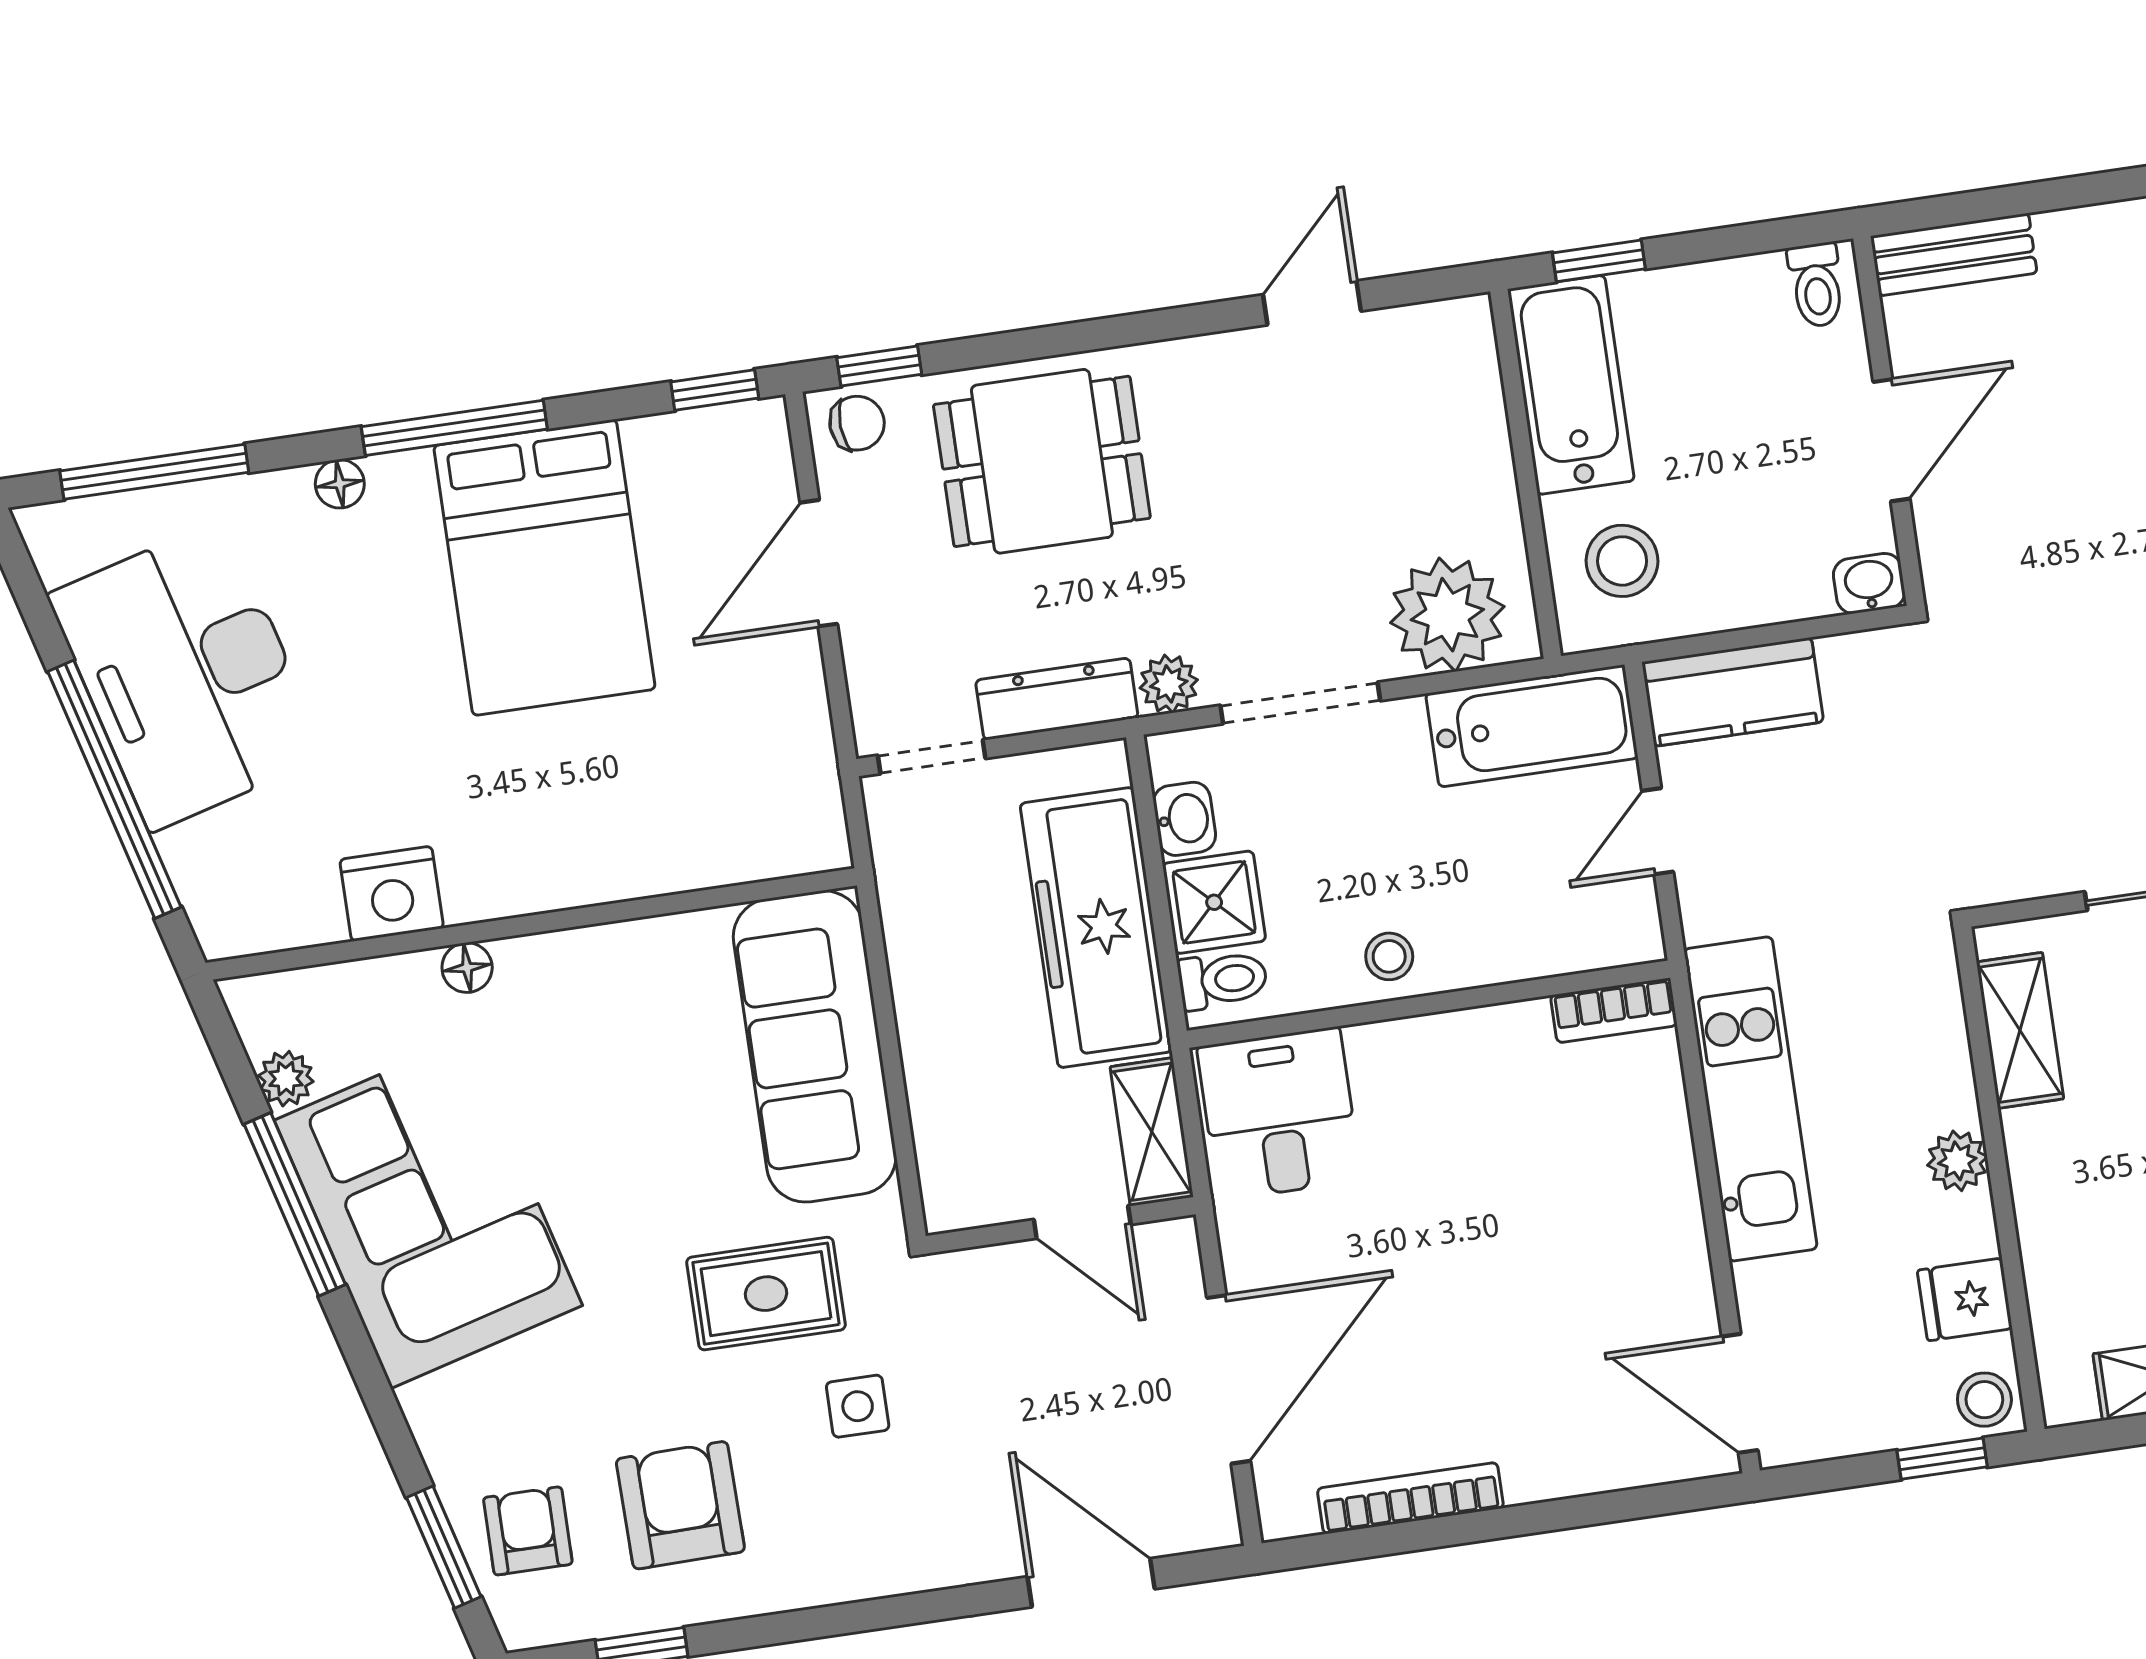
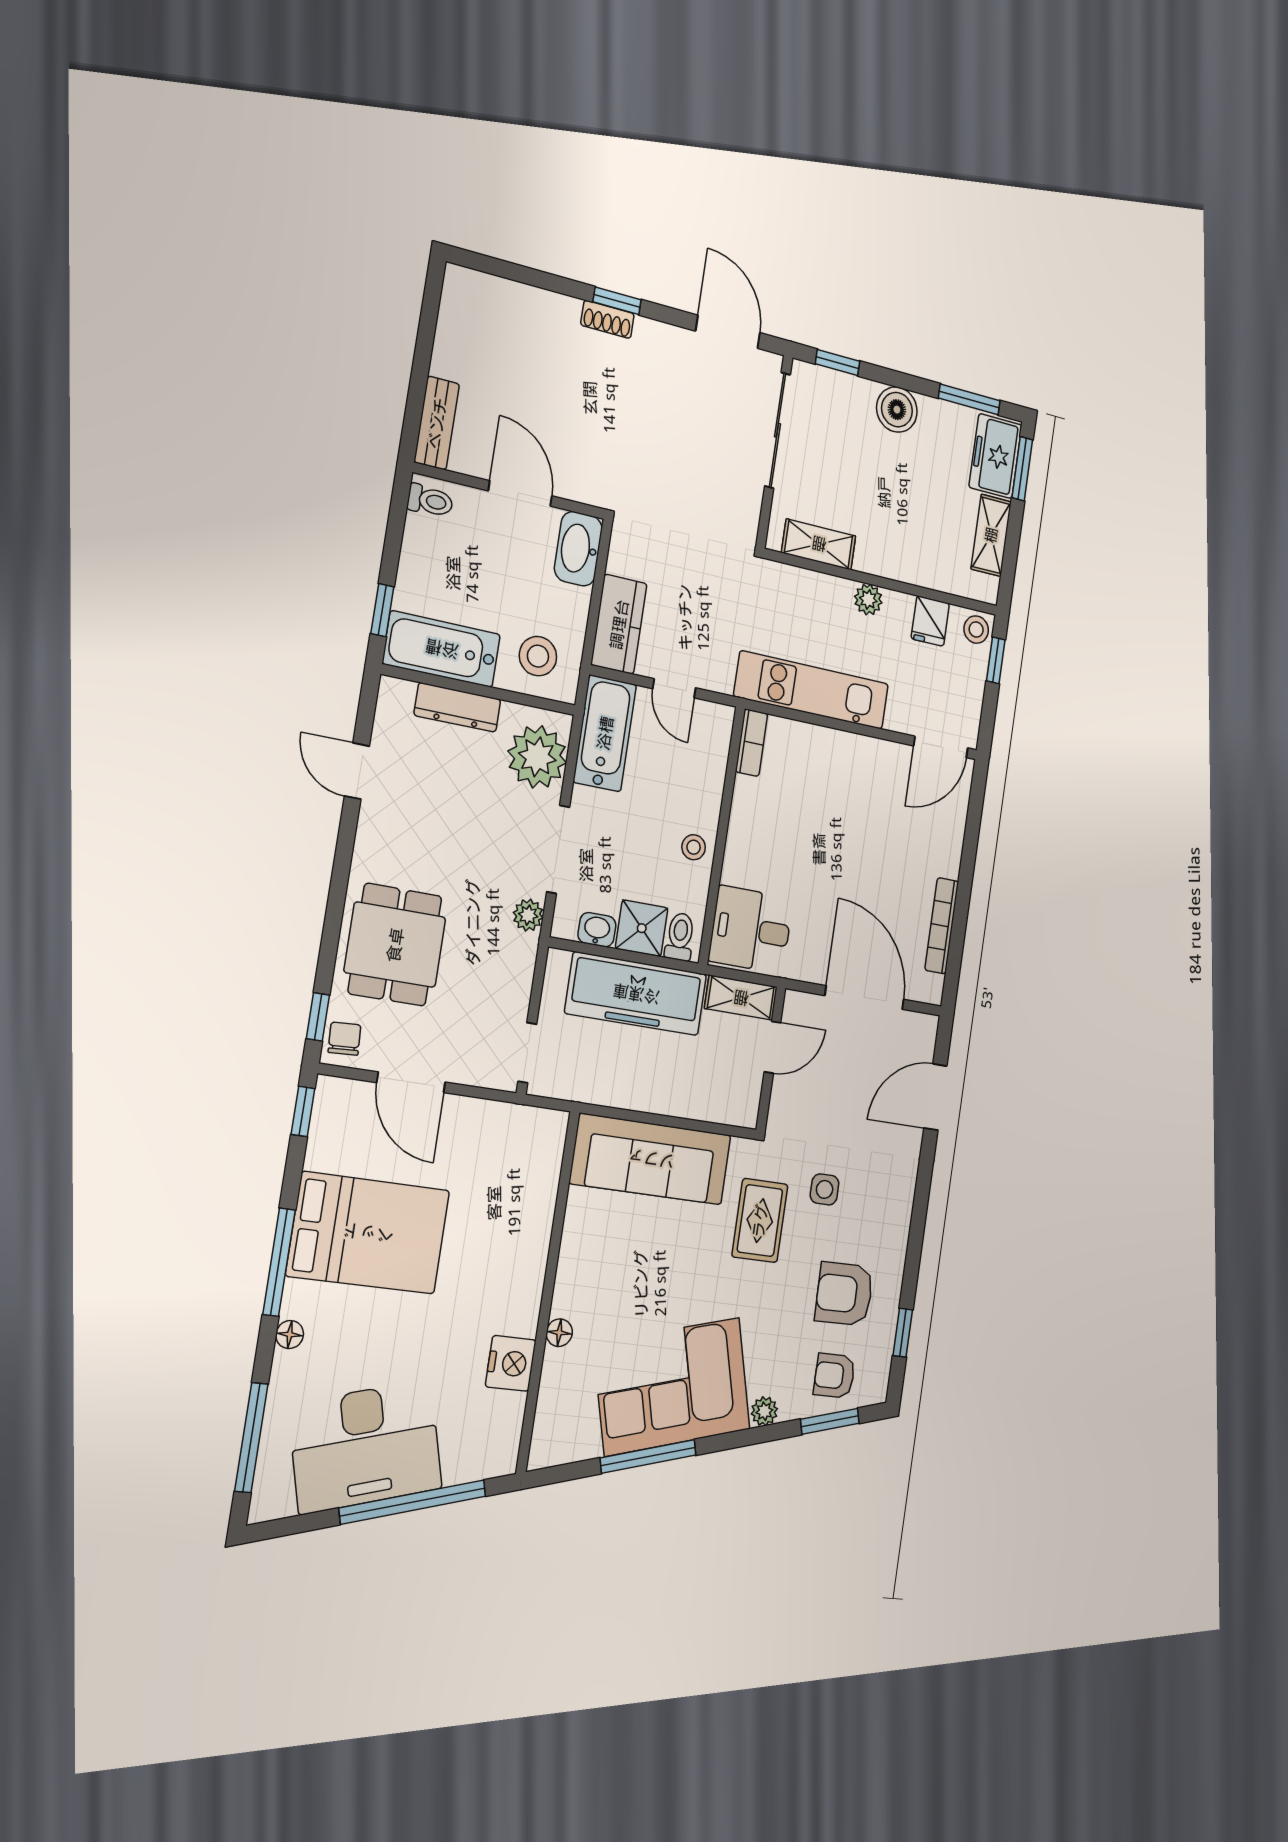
washbasin: (1869, 583) -> (578, 549), width x1.91, depth x1.45
dresser: (1057, 699) -> (457, 707), moved, turned -90
plant: (286, 1079) -> (764, 1411), moved

